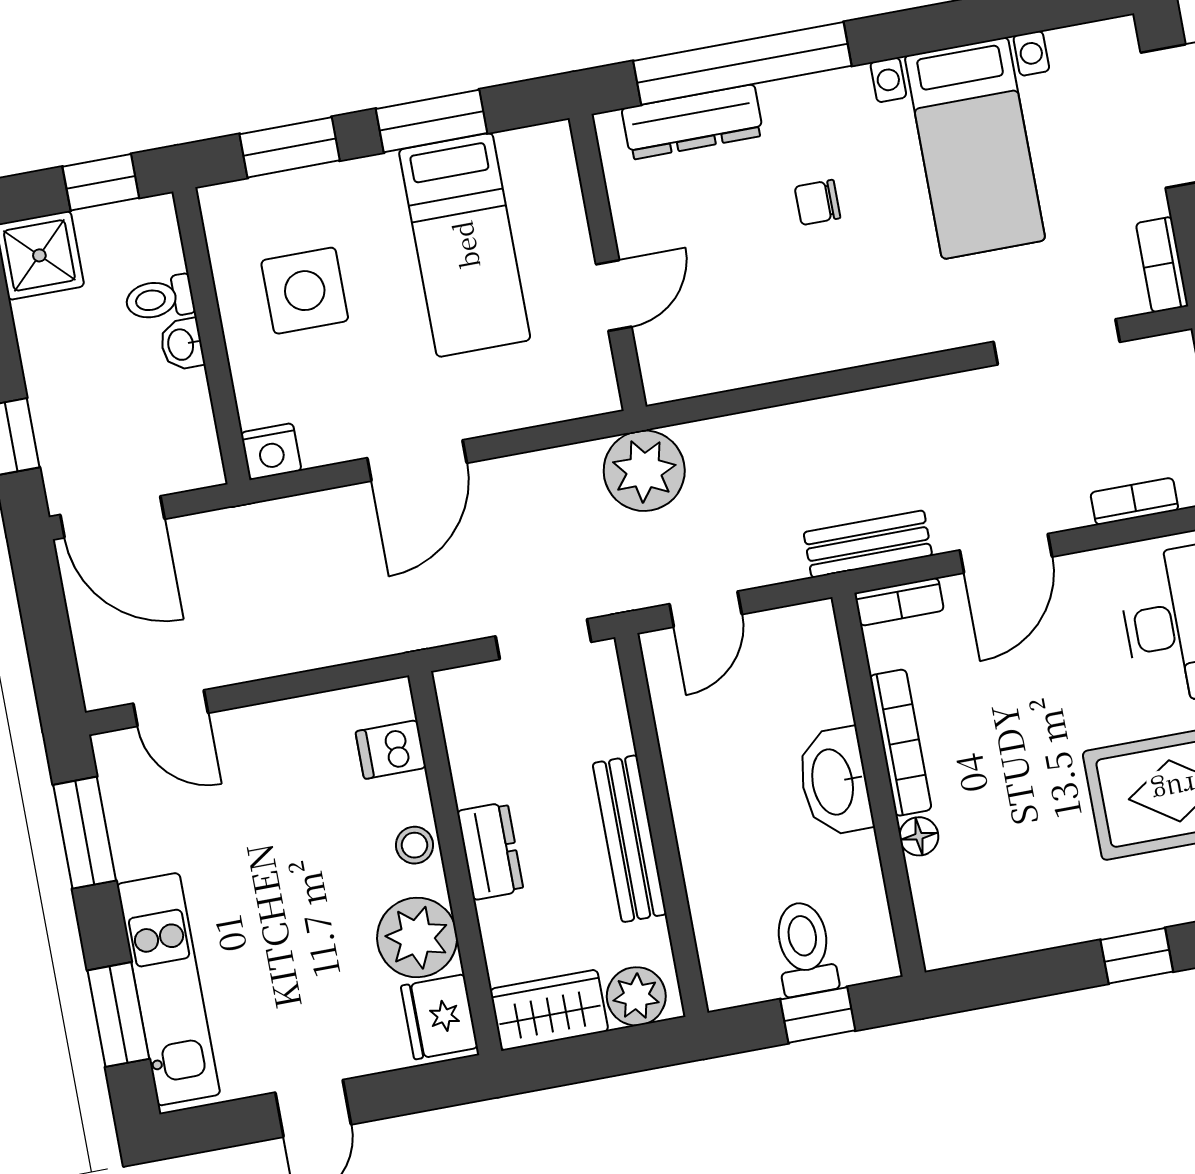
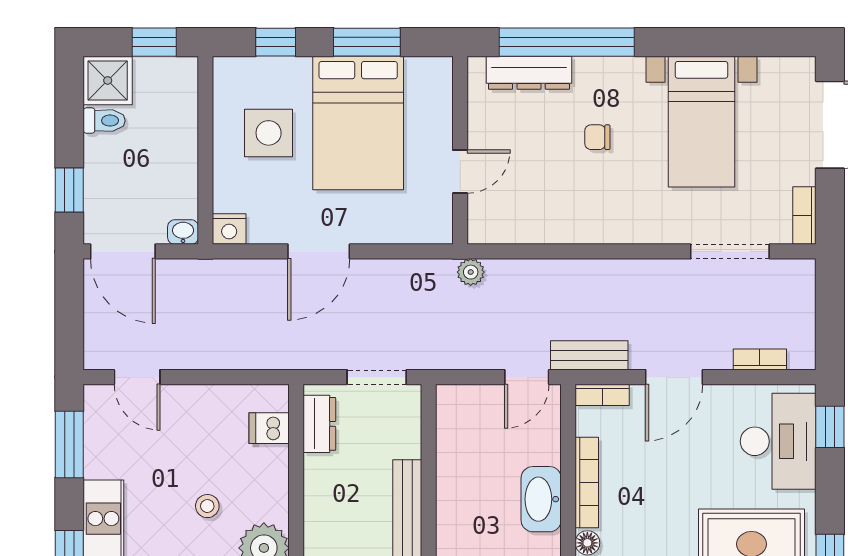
window: (290, 147) -> (276, 42), width x0.67
bed: (465, 245) -> (358, 123), width x1.50
toilet: (160, 299) -> (104, 121), moved, turned 180
washbasin: (182, 344) -> (183, 232), moved, turned 90
plant: (644, 471) -> (471, 272), width x0.53, depth x0.53
door: (706, 609) -> (527, 377), moved
stool: (414, 845) -> (207, 506), moved
dresser: (490, 851) -> (319, 424), moved

